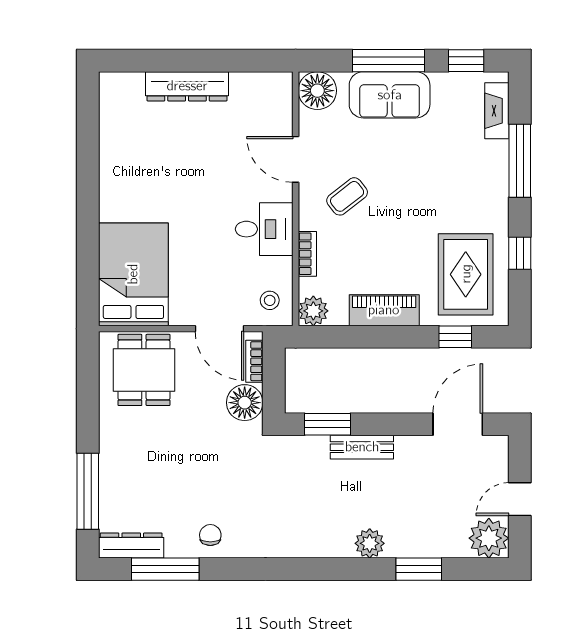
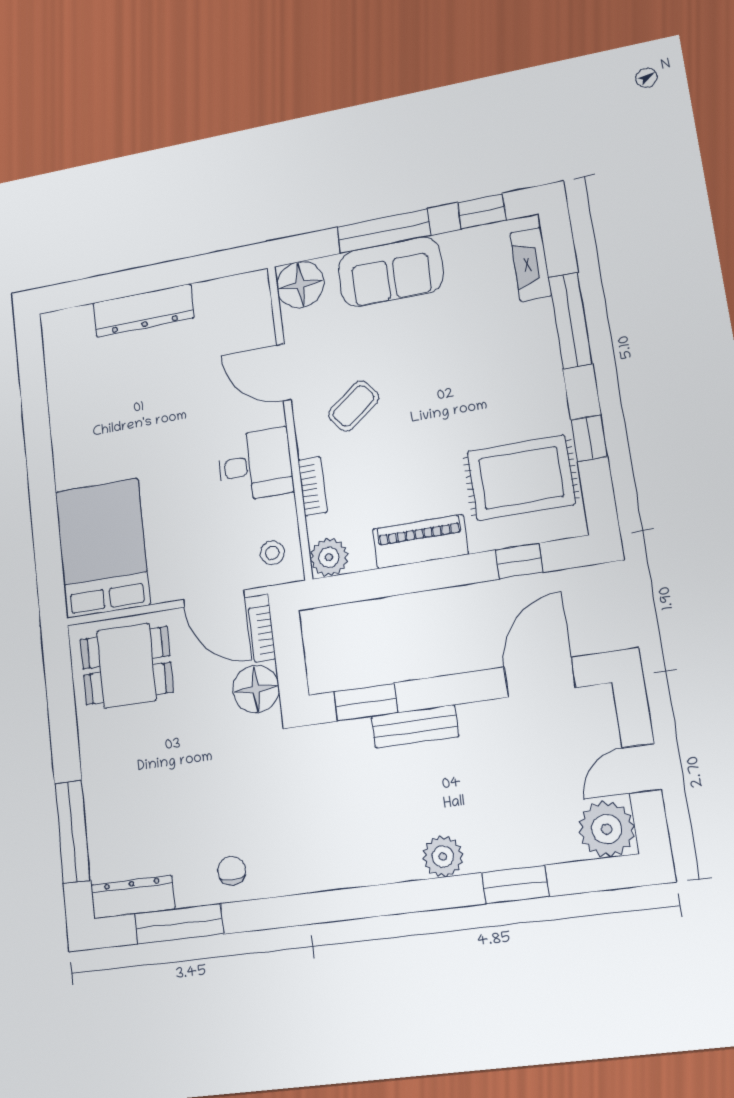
rug: (466, 274) -> (521, 478), turned 90
dining table: (144, 370) -> (127, 666), turned 90

